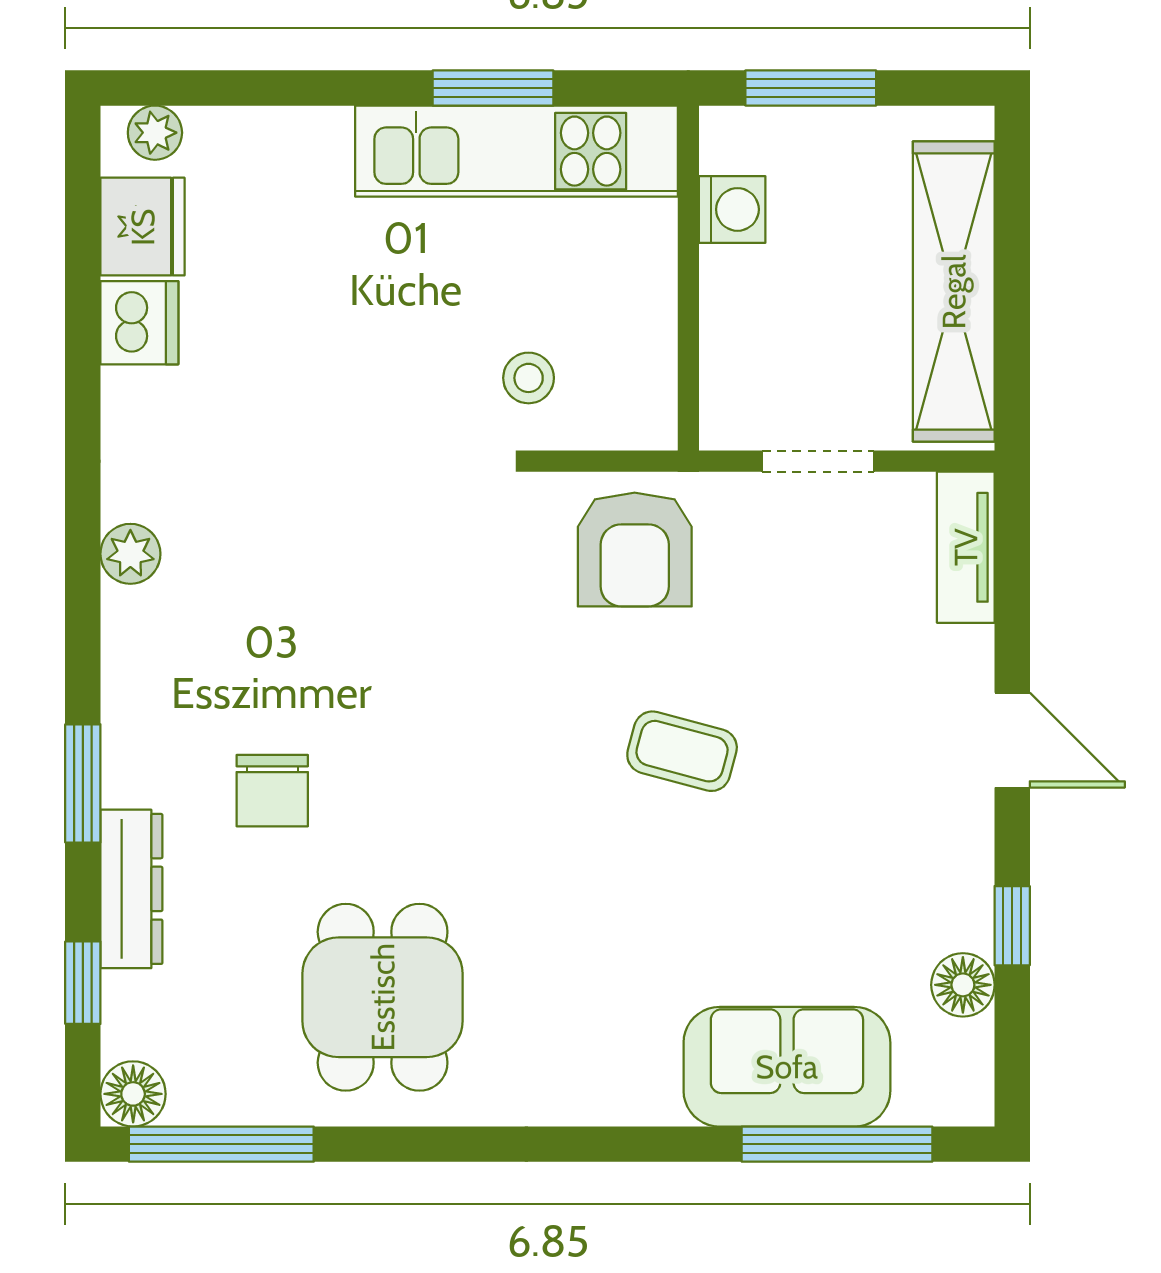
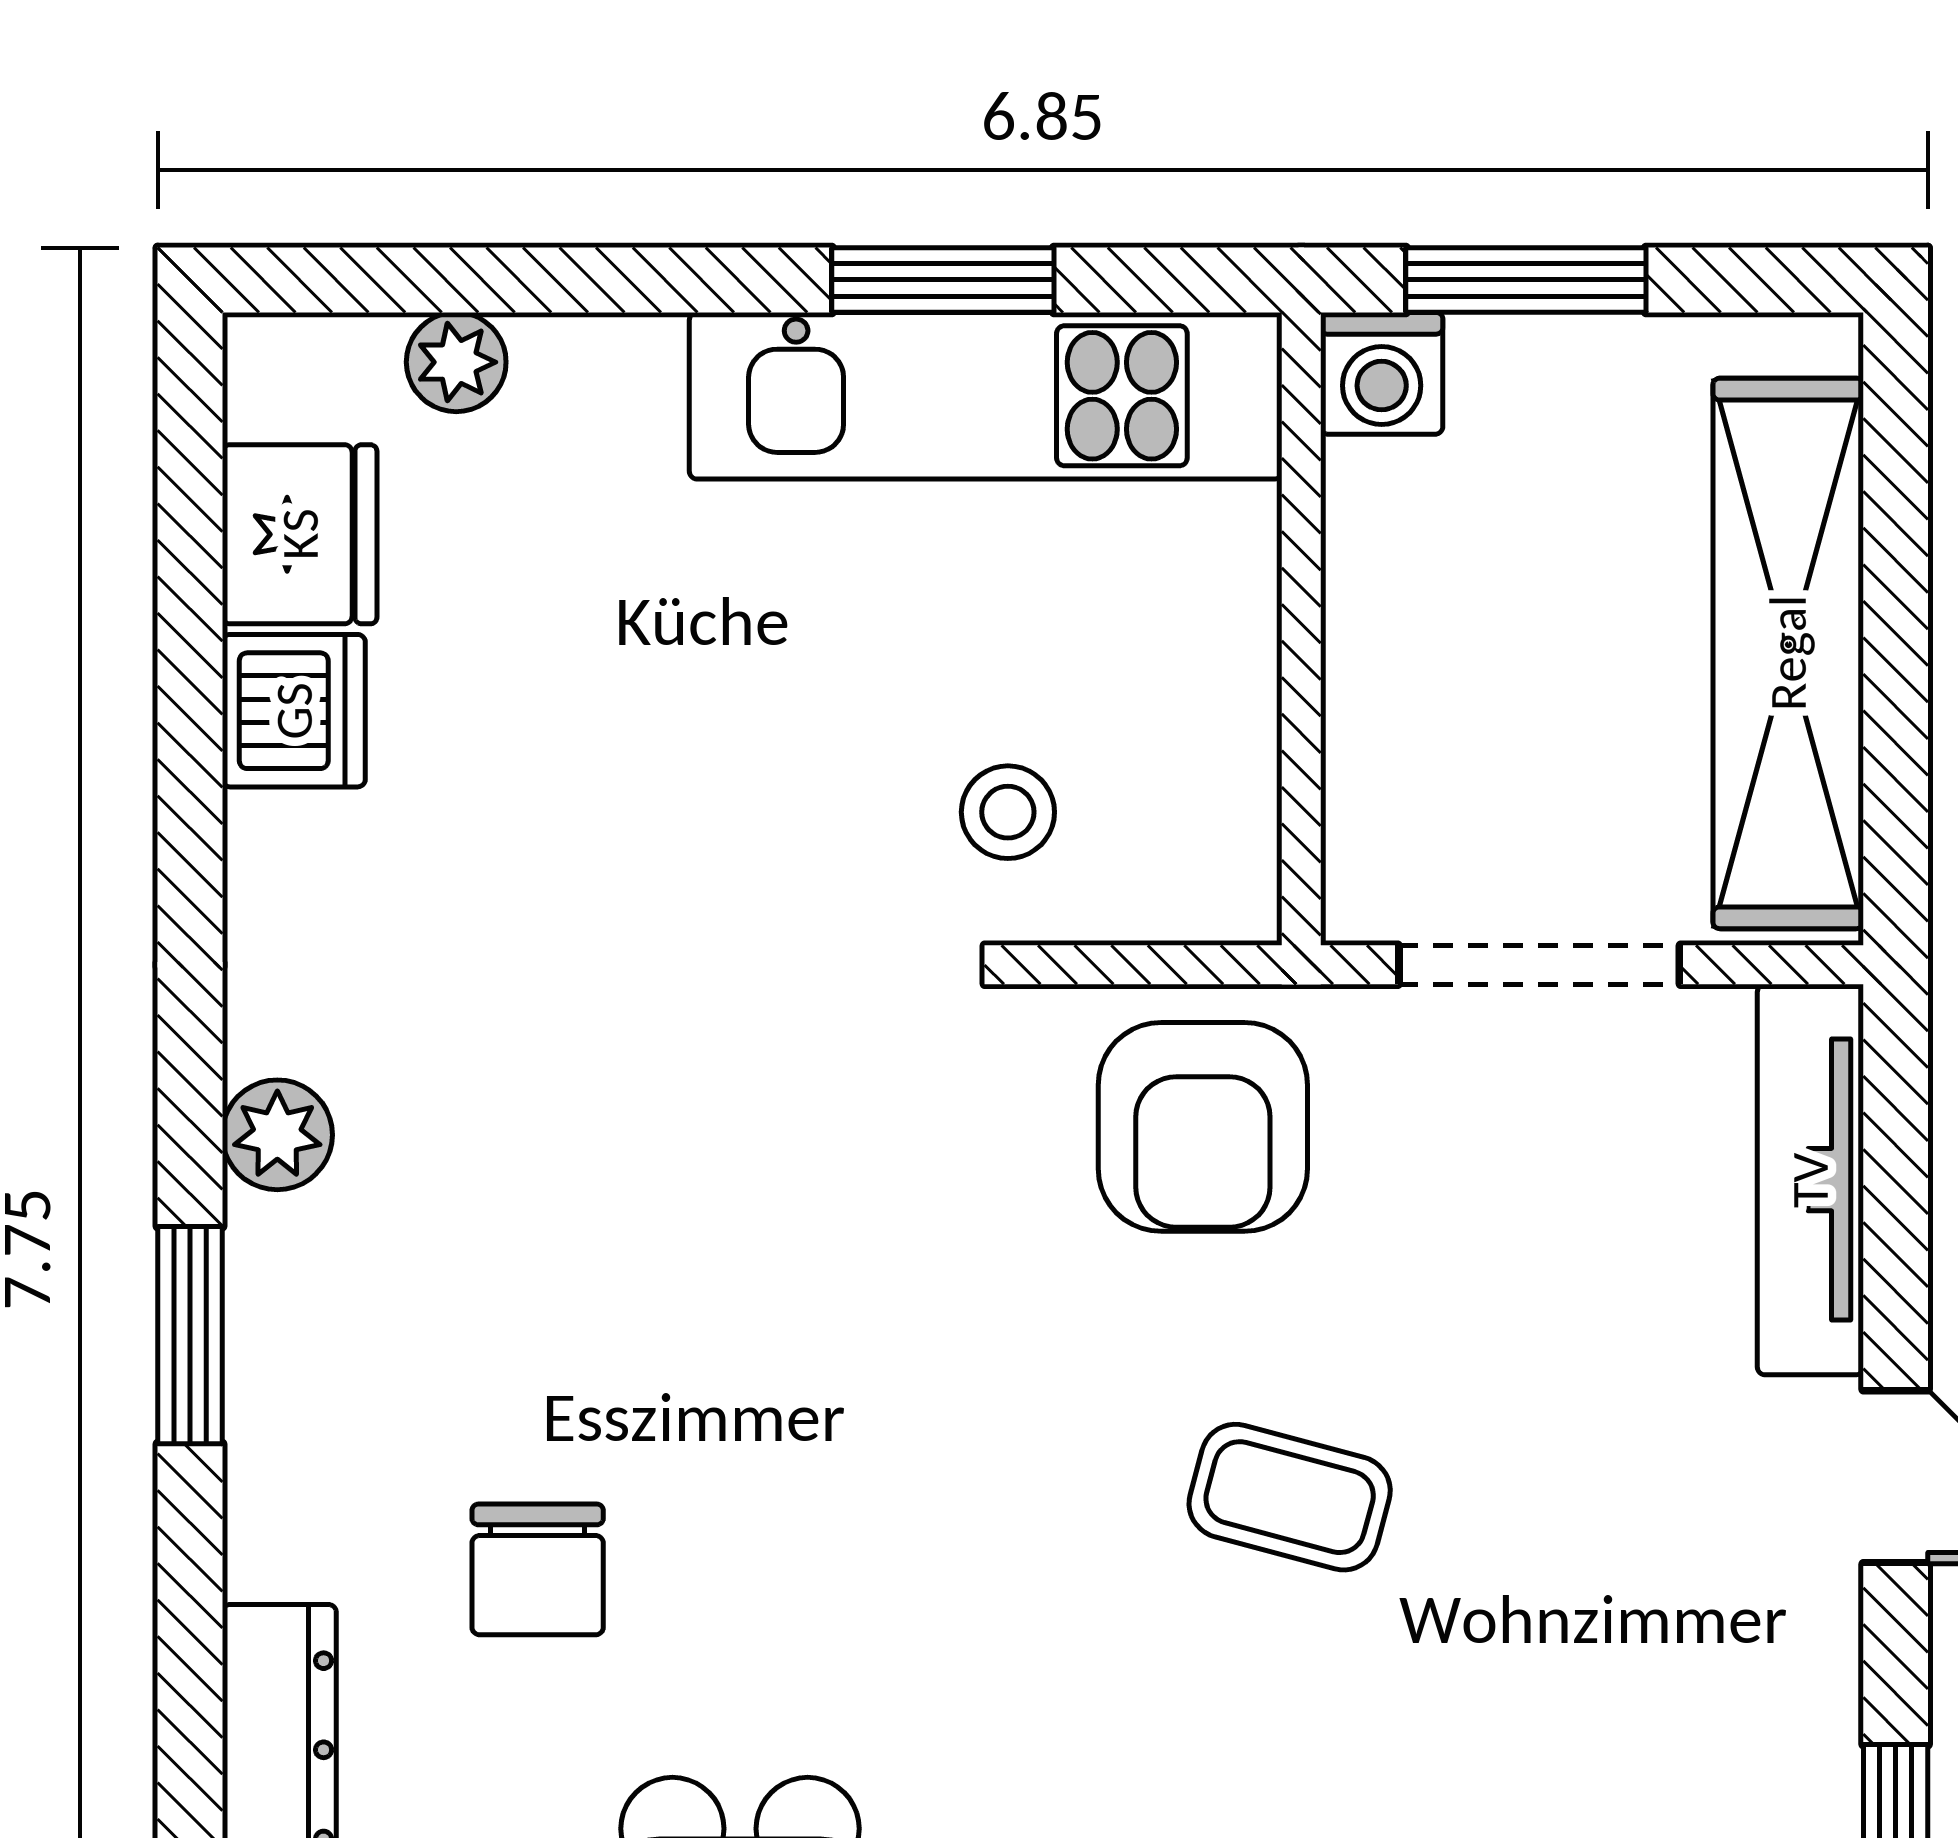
plant: (155, 133) -> (456, 362), moved
washing machine: (732, 209) -> (1382, 373), moved, turned 90
doorway: (818, 461) -> (1539, 965), width x1.38
tv unit: (966, 547) -> (1810, 1180), width x1.41
window: (83, 783) -> (190, 1335), moved

